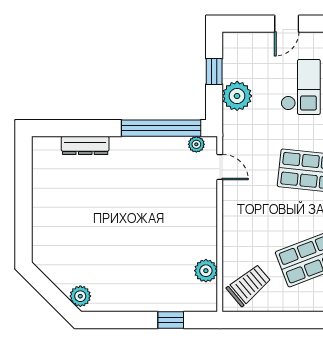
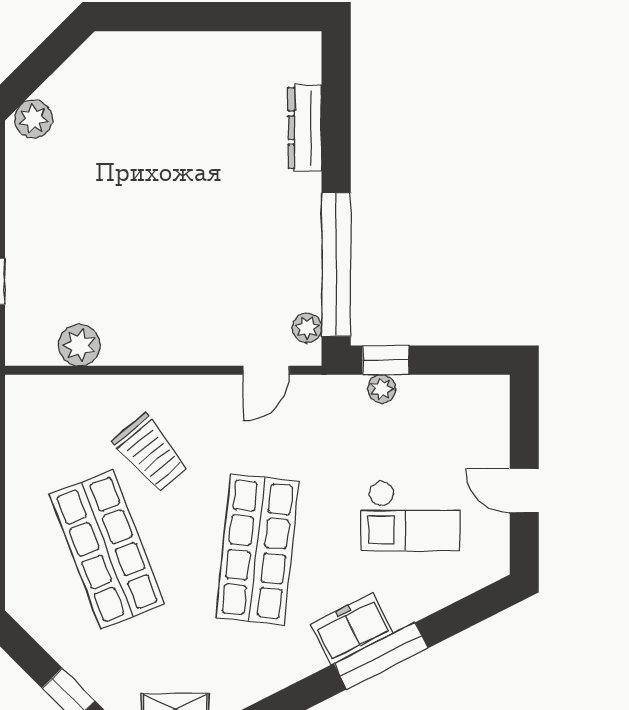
window: (214, 71) -> (386, 360), moved
plant: (237, 96) -> (382, 389), width x0.53, depth x0.53
trolley: (249, 285) -> (151, 453), moved

